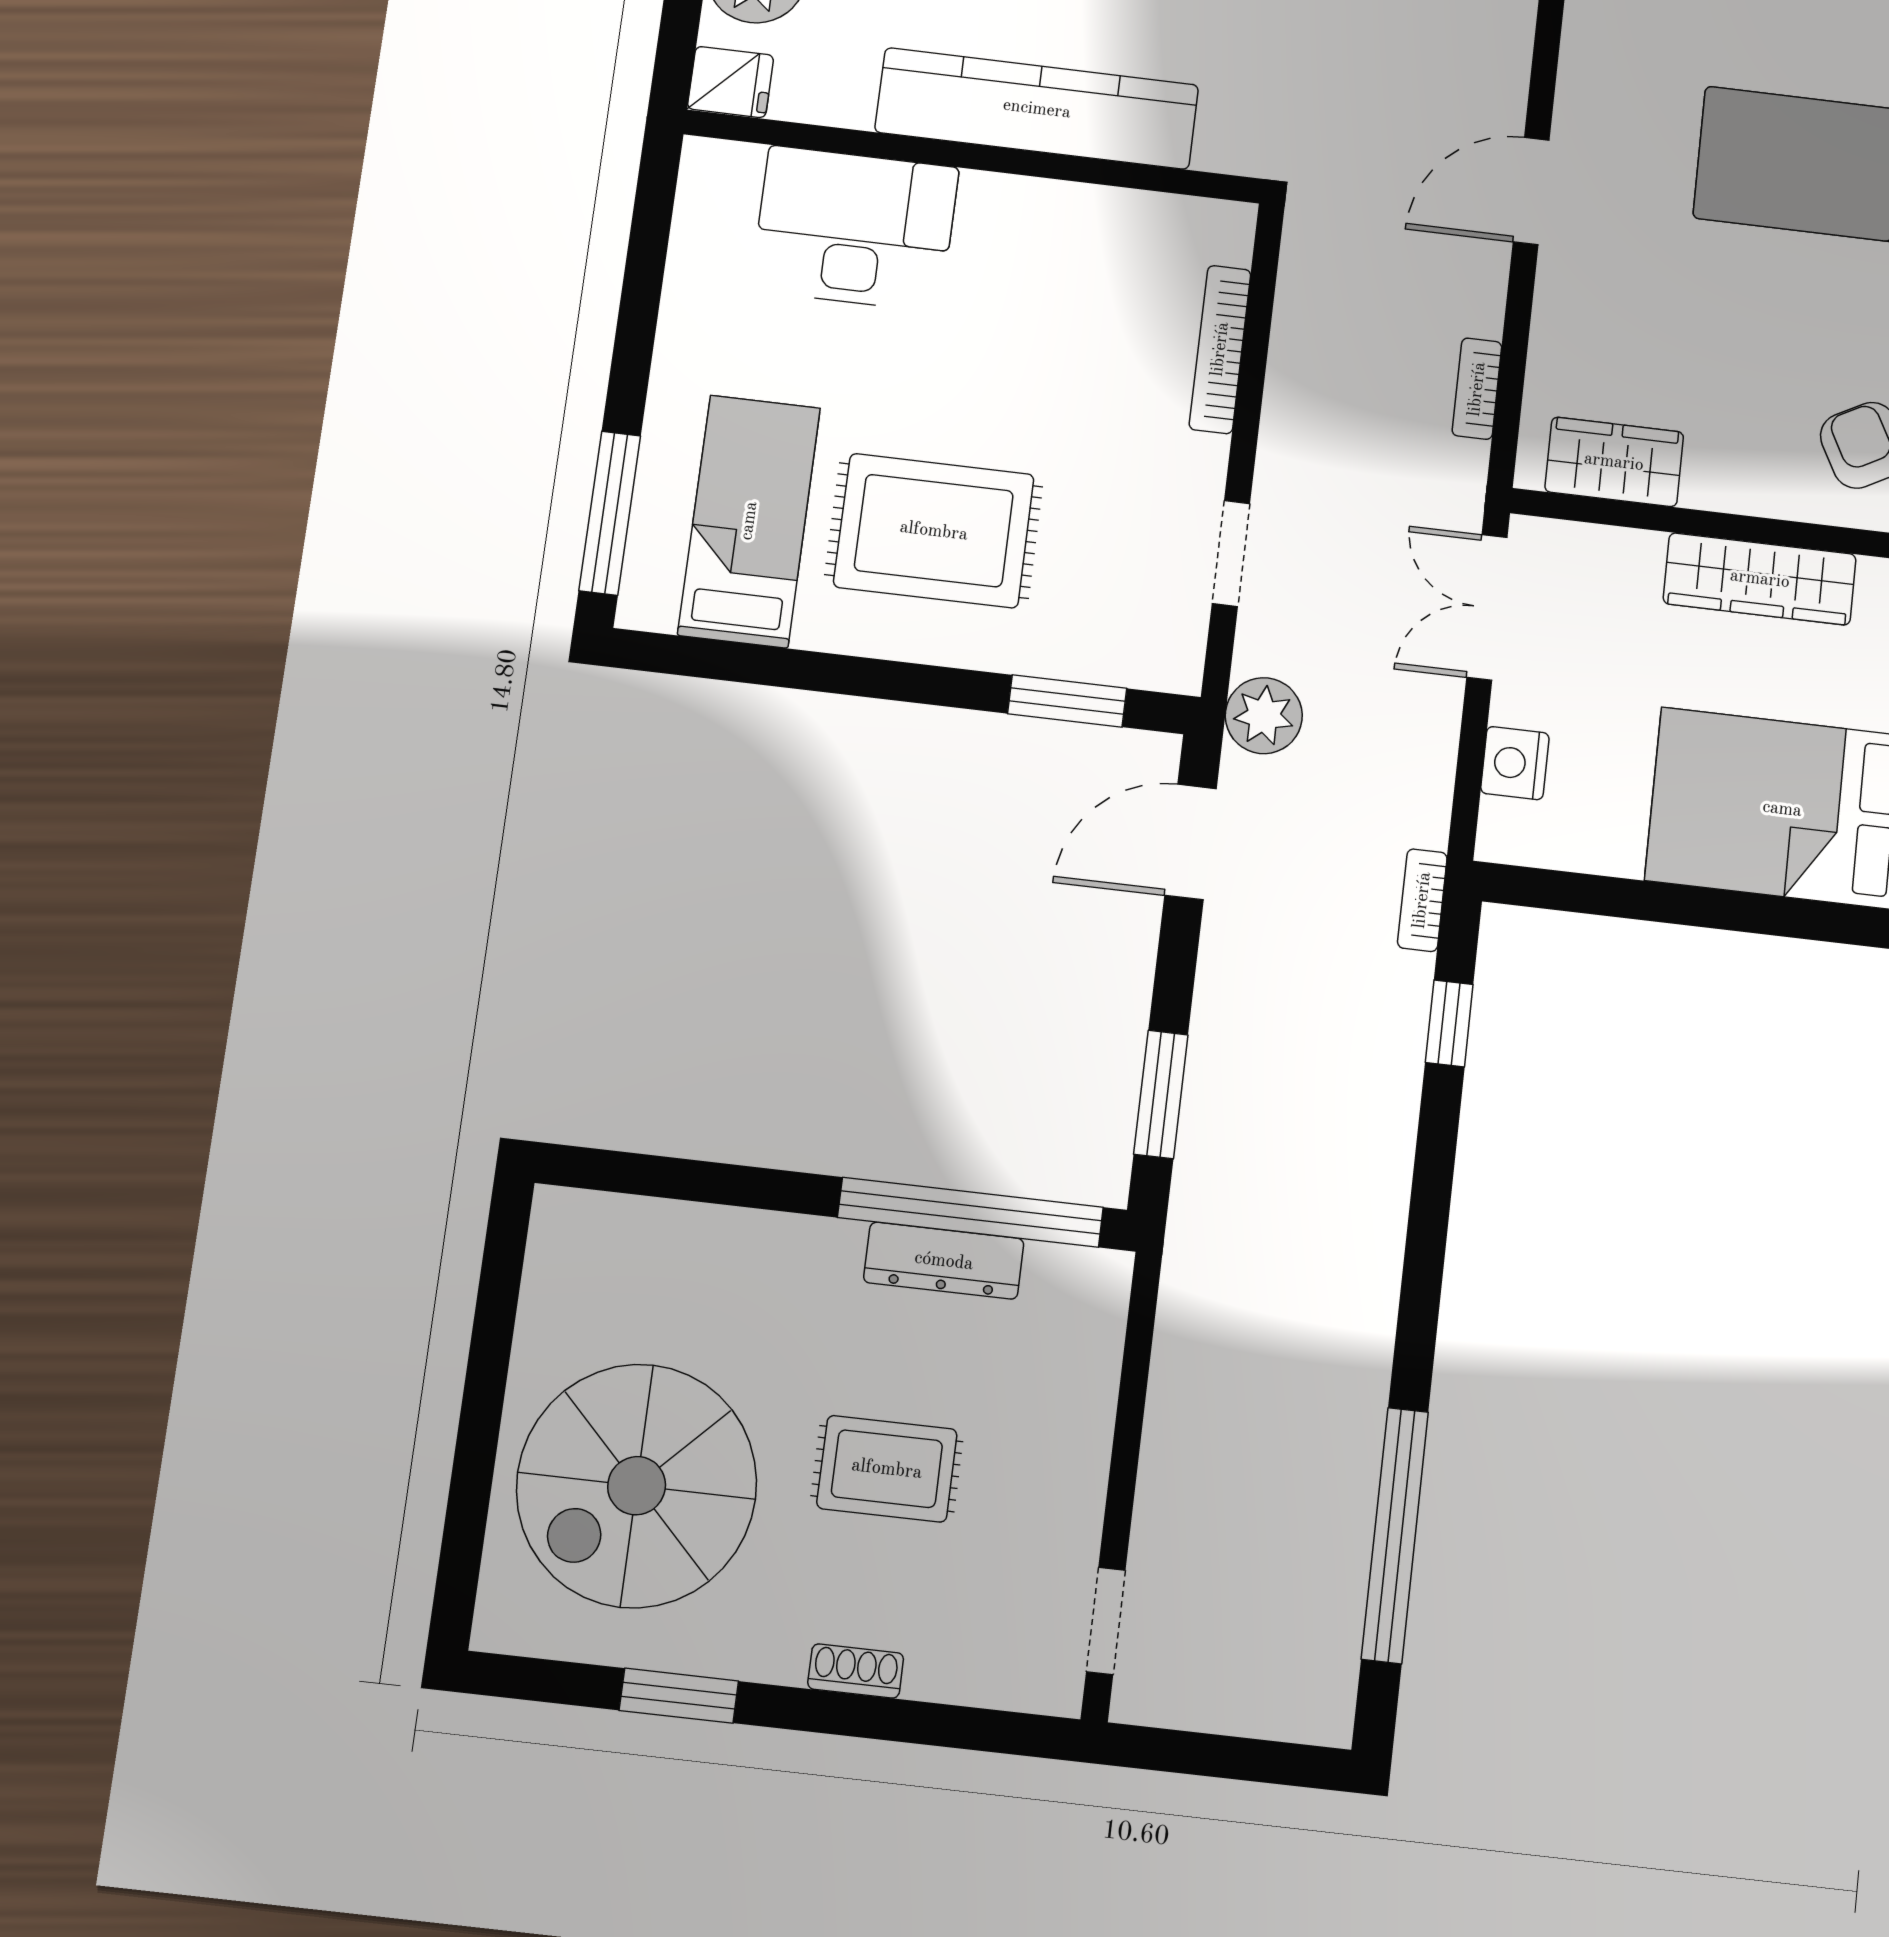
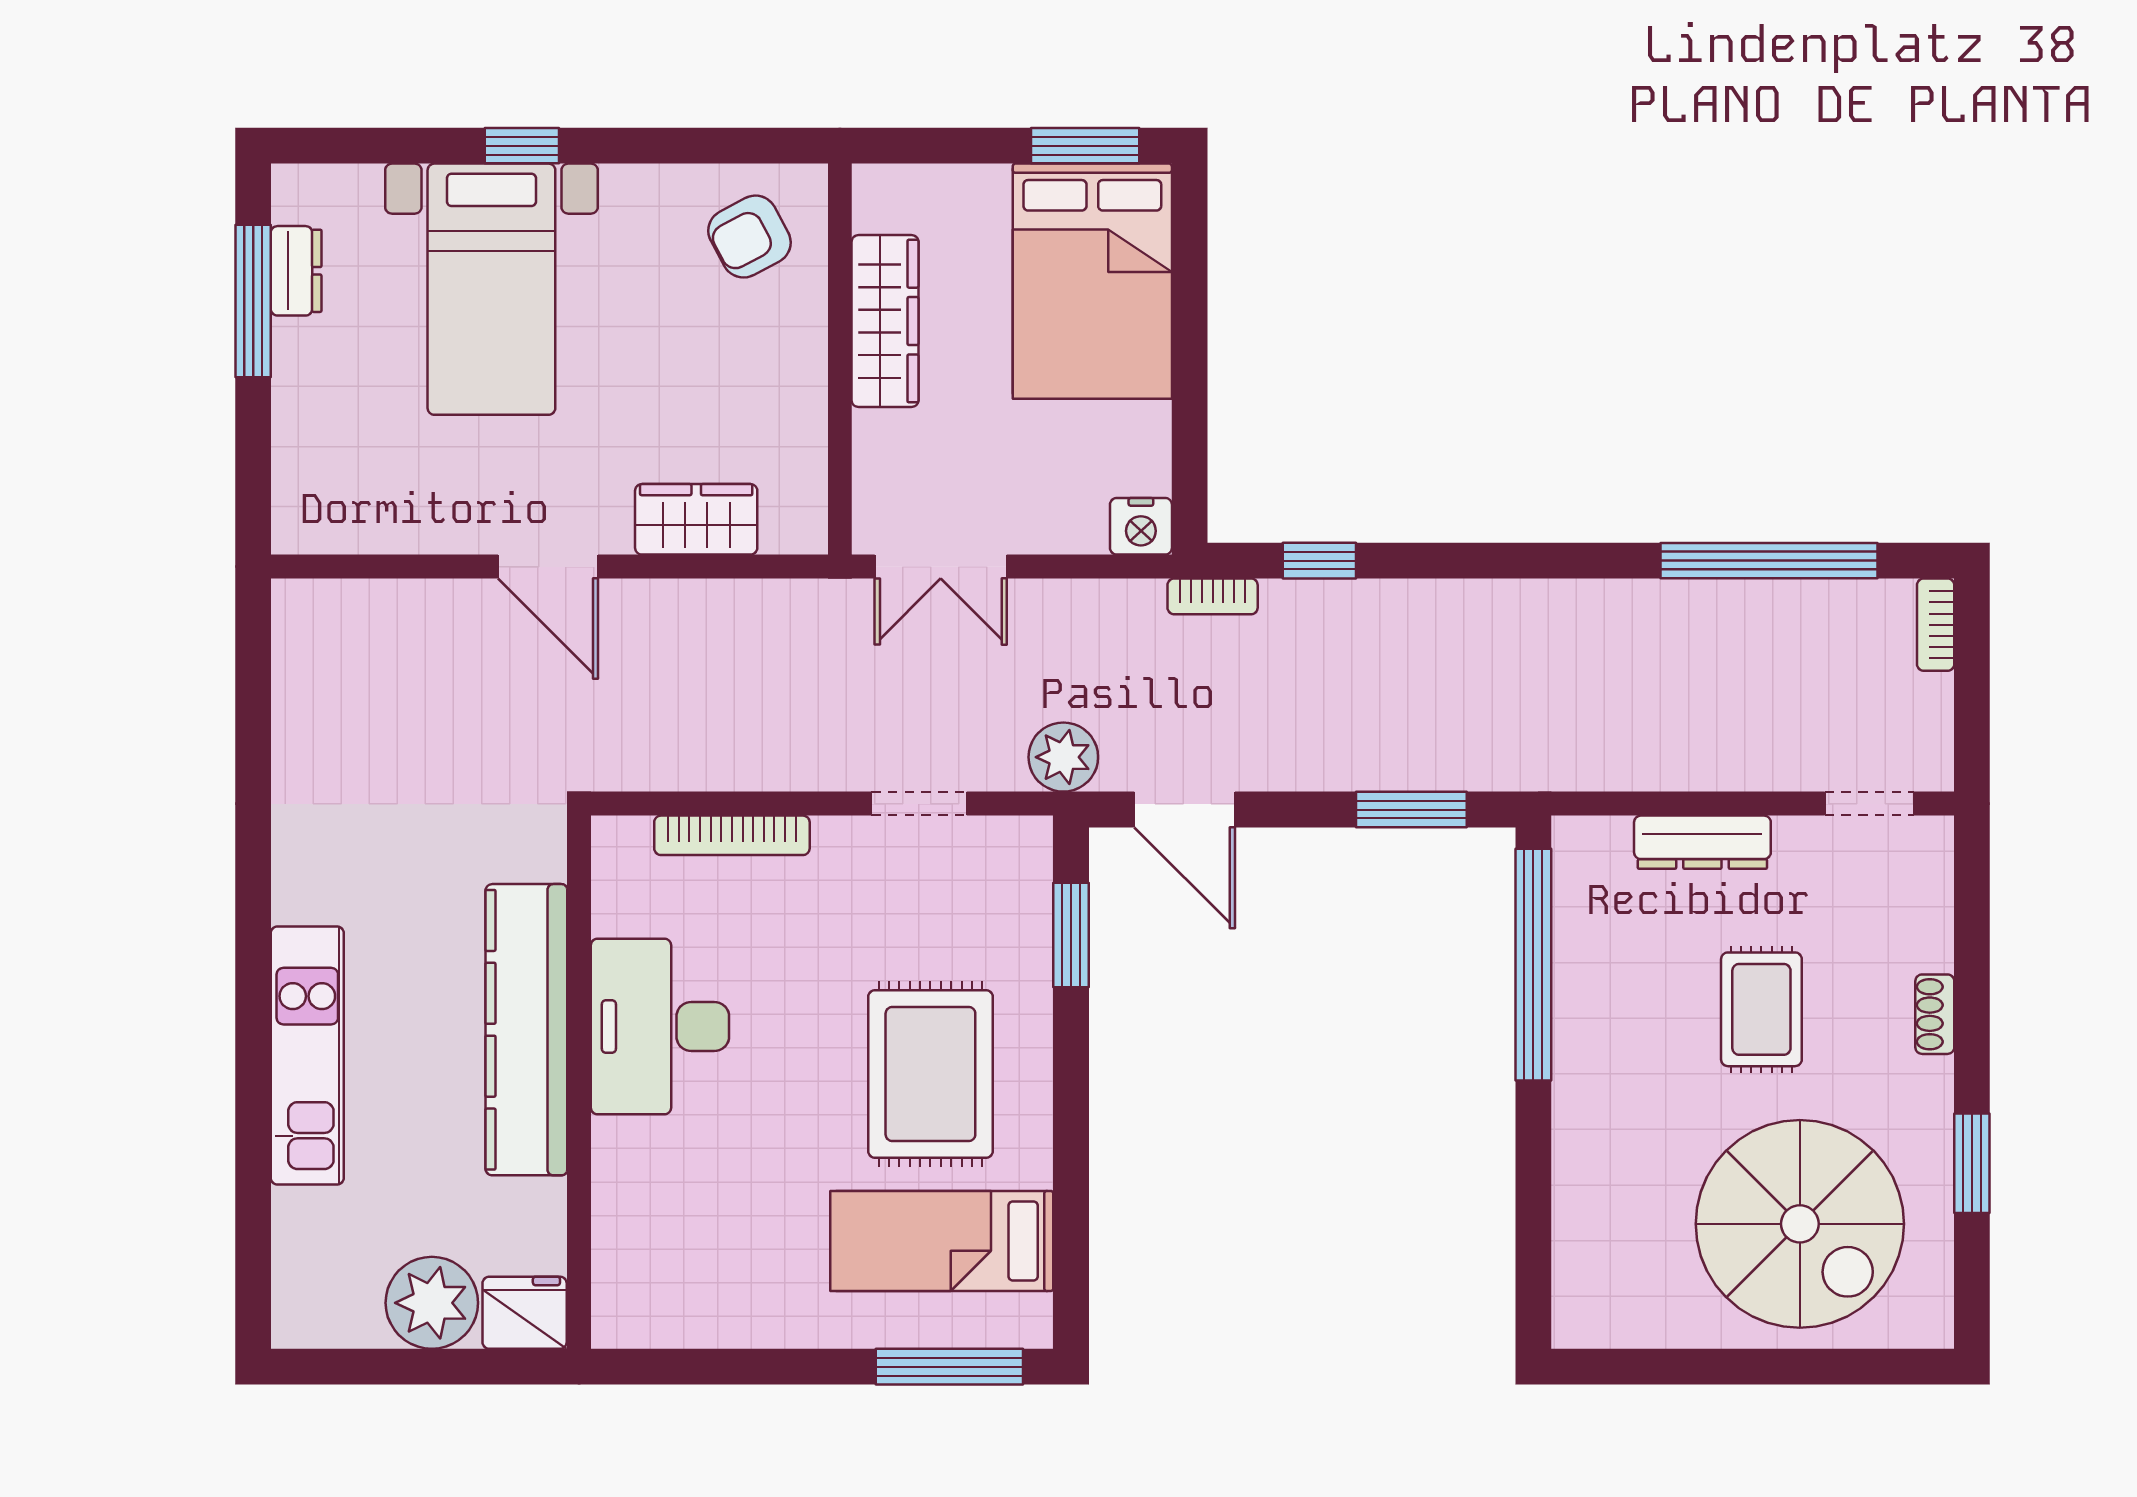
fridge: (731, 82) -> (525, 1313), width x1.38
desk: (855, 229) -> (660, 1027), moved
bookcase: (1477, 389) -> (1936, 625), moved, turned 90
wardrobe: (1614, 462) -> (696, 519), moved, turned 90
nightstand: (1515, 763) -> (1141, 526), moved
dresser: (944, 1261) -> (1702, 842), moved, turned 90

